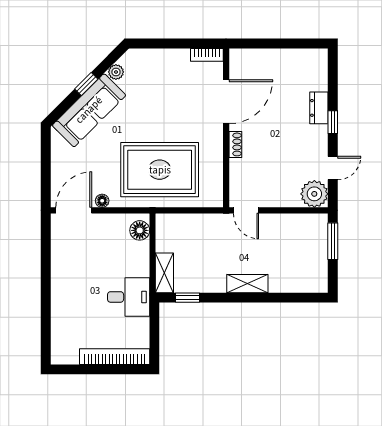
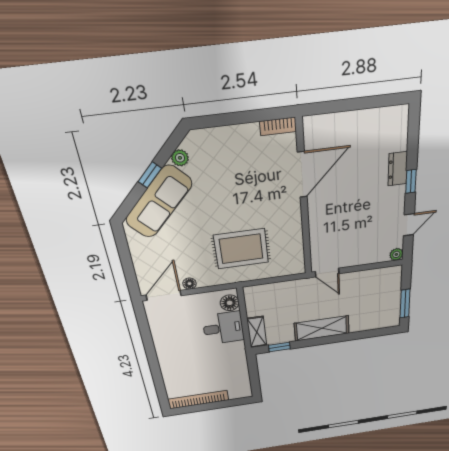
shoe rack: (235, 144) -> (314, 216), removed
rug: (160, 170) -> (241, 249), width x0.73, depth x0.69
plant: (314, 194) -> (396, 254), width x0.53, depth x0.53
window: (333, 241) -> (405, 304), moved
shelving: (247, 284) -> (322, 328), width x1.50, depth x1.33
desk: (129, 297) -> (223, 328), moved
bookcase: (115, 357) -> (198, 400), moved

